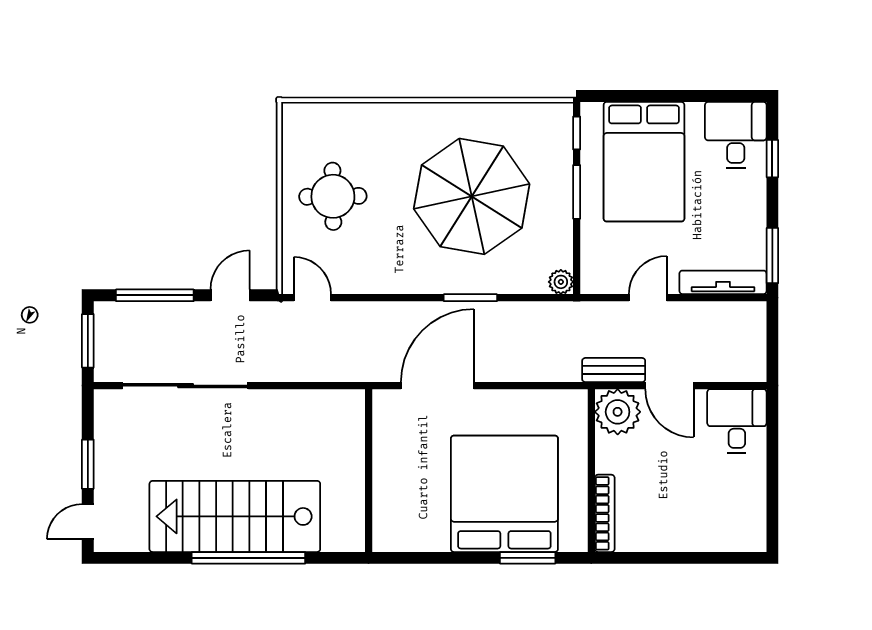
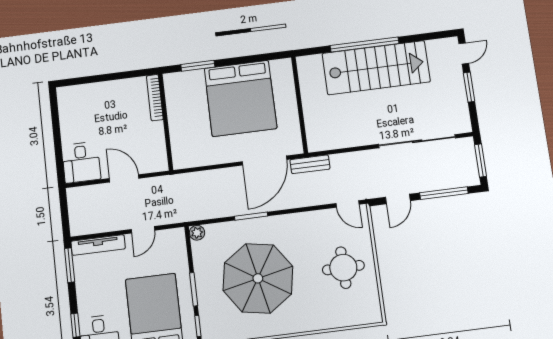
bench: (614, 370) -> (310, 164), moved
plant: (618, 412) -> (154, 159), removed
bed: (504, 494) -> (240, 98), moved

